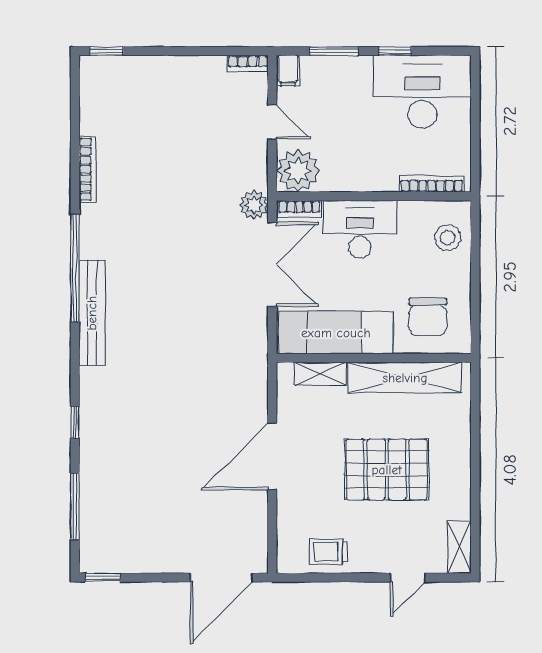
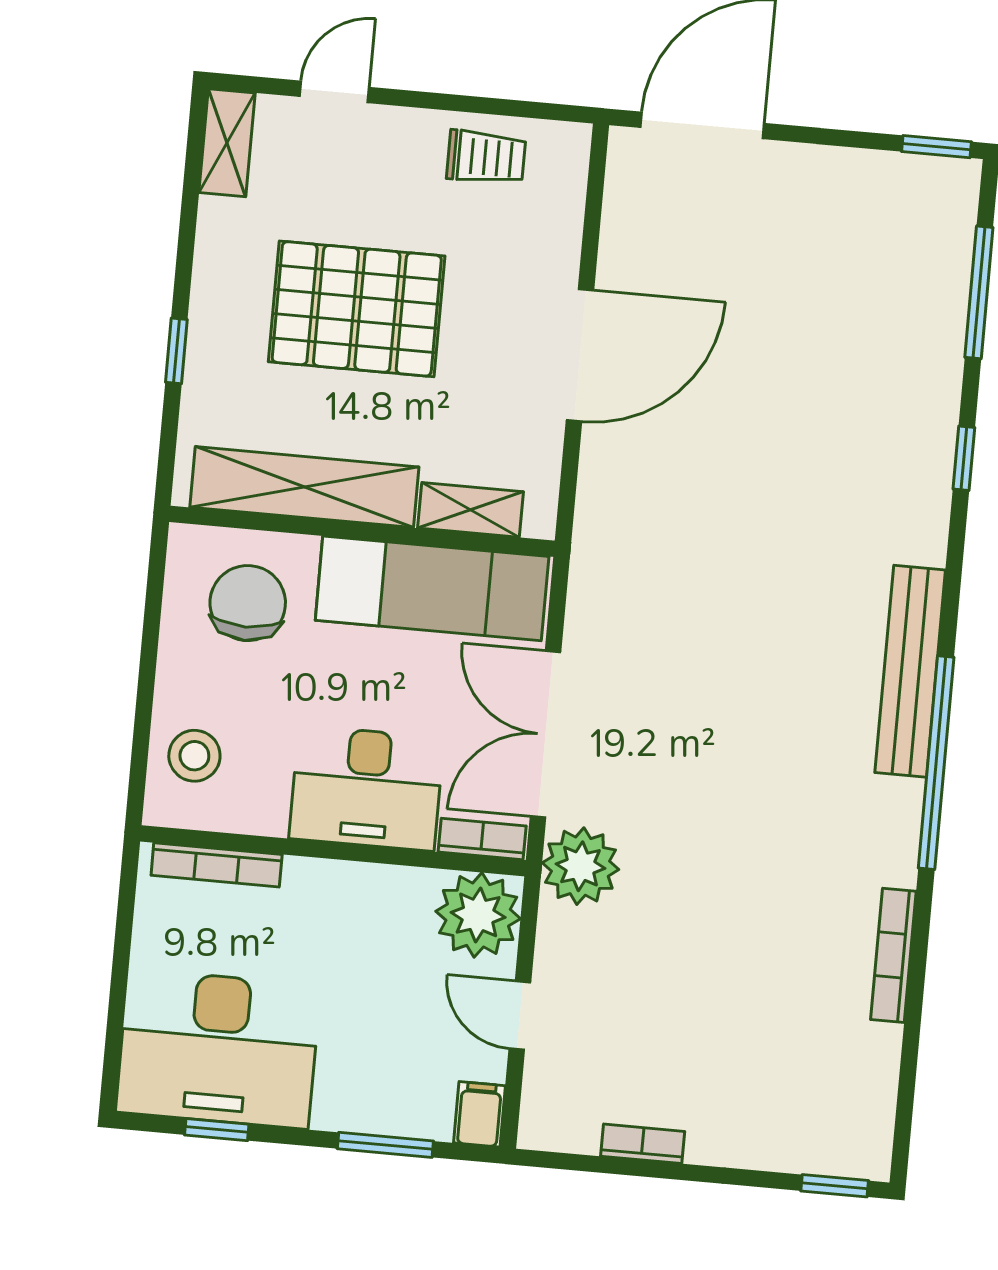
window: (395, 51) -> (217, 1130), moved
bookcase: (248, 63) -> (643, 1144), moved
plant: (254, 205) -> (580, 866), width x1.36, depth x1.36
window: (475, 440) -> (176, 351), added

